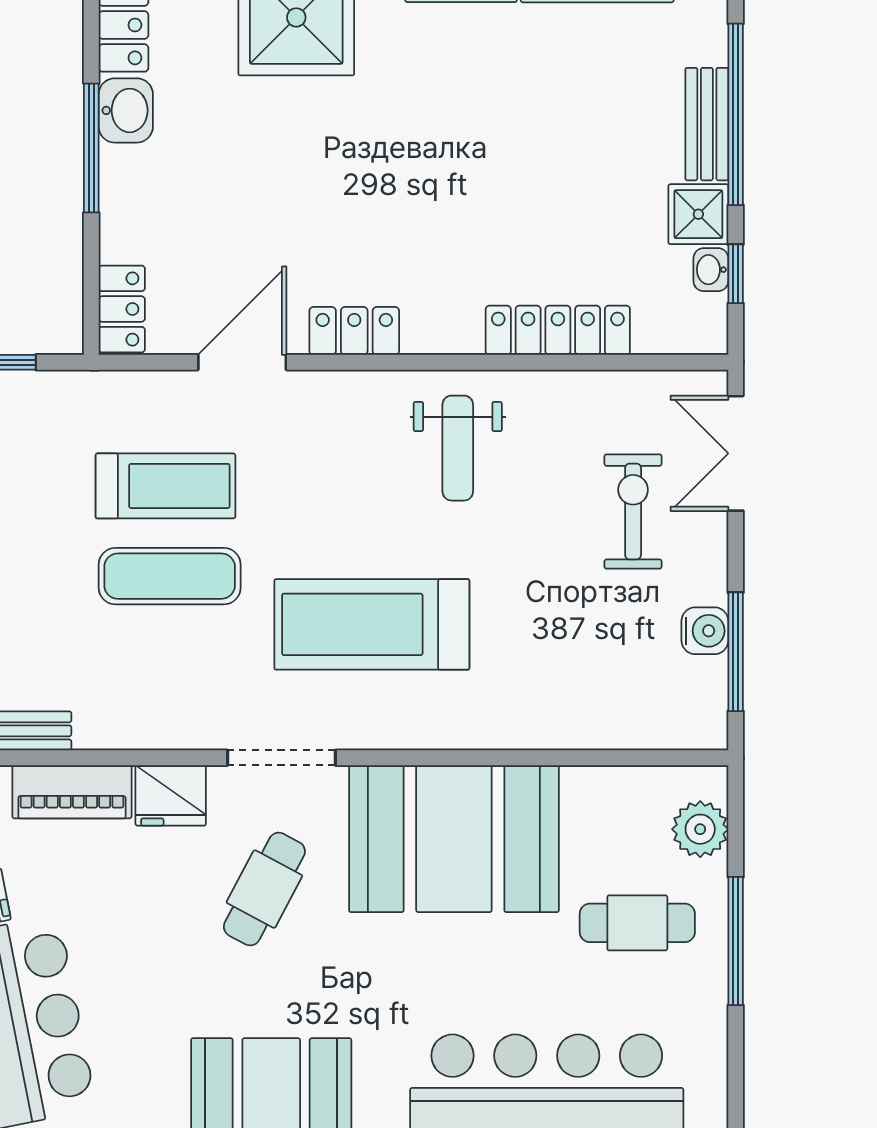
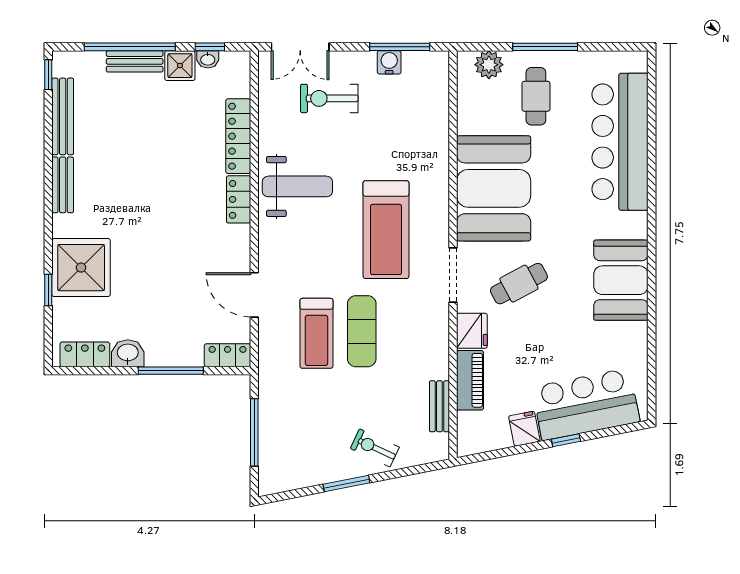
window: (91, 148) -> (171, 371), moved
locker: (354, 331) -> (239, 199), moved
weight bench: (458, 448) -> (297, 186), width x1.36, depth x1.33
treadmill: (165, 486) -> (316, 333), turned 180
cafe table: (264, 889) -> (519, 284), turned -56

